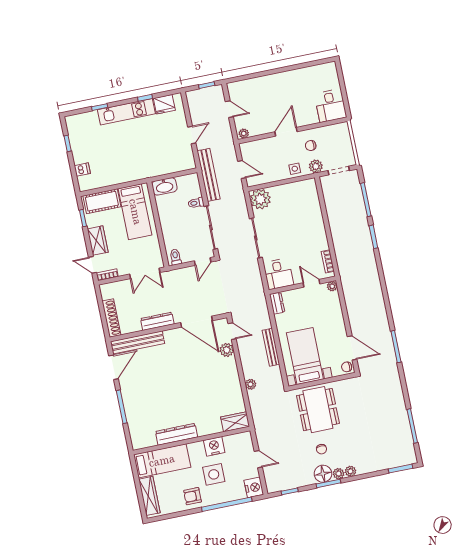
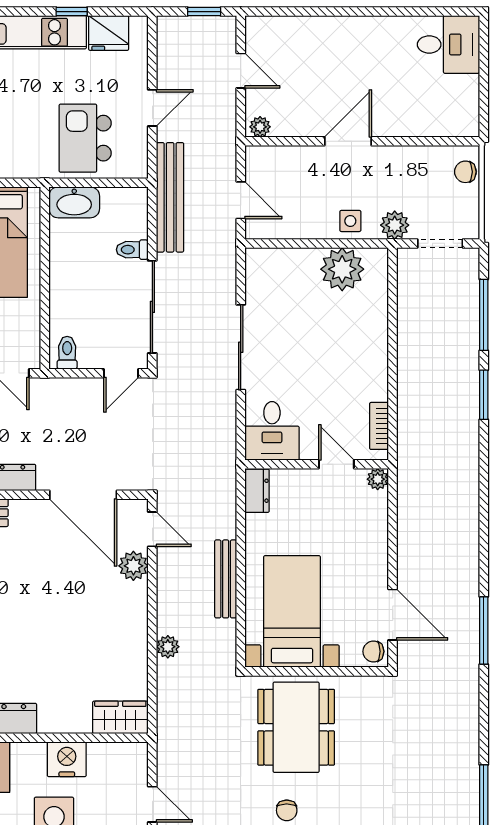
desk: (330, 106) -> (448, 44), moved, turned -90
chair: (311, 146) -> (465, 172), moved
kitchen island: (163, 155) -> (85, 138), added
plant: (260, 199) -> (342, 269), moved

